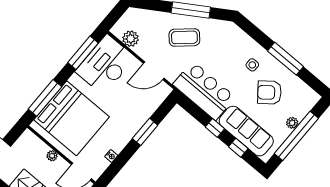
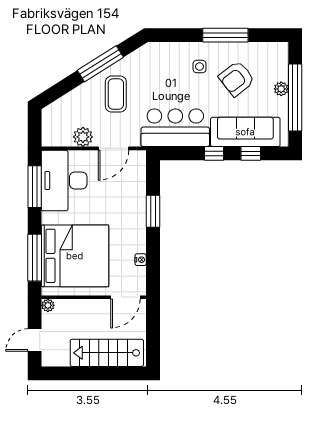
coffee table: (184, 37) -> (116, 94), turned -48
plant: (131, 39) -> (83, 137), moved
plant: (52, 156) -> (48, 305), moved

